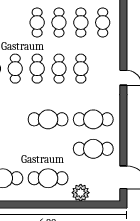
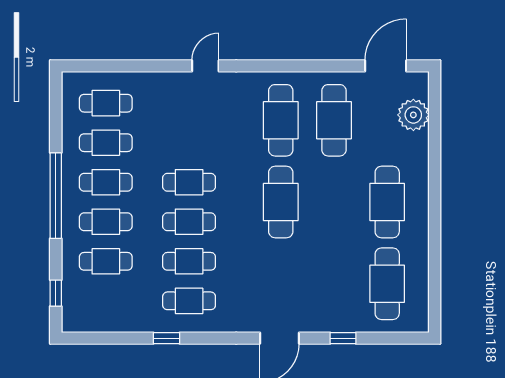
cafe table: (81, 69) -> (106, 261), moved
plant: (81, 193) -> (413, 115), moved

